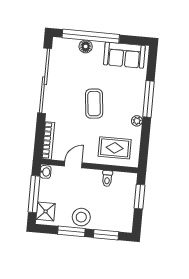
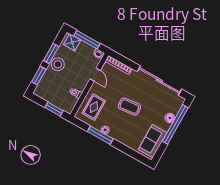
window: (149, 99) -> (100, 135), moved

